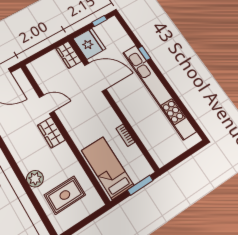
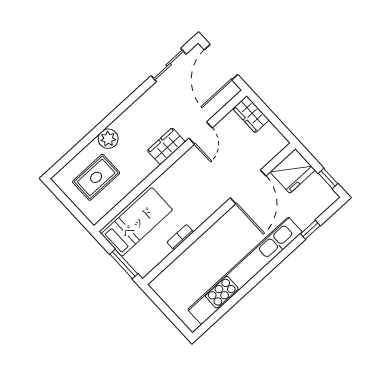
window: (144, 53) -> (310, 230), moved
wardrobe: (69, 55) -> (251, 114), moved, turned -90
rug: (65, 195) -> (96, 177), turned 90

